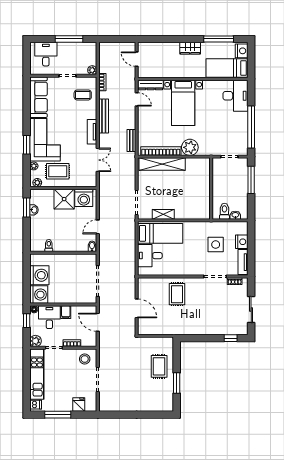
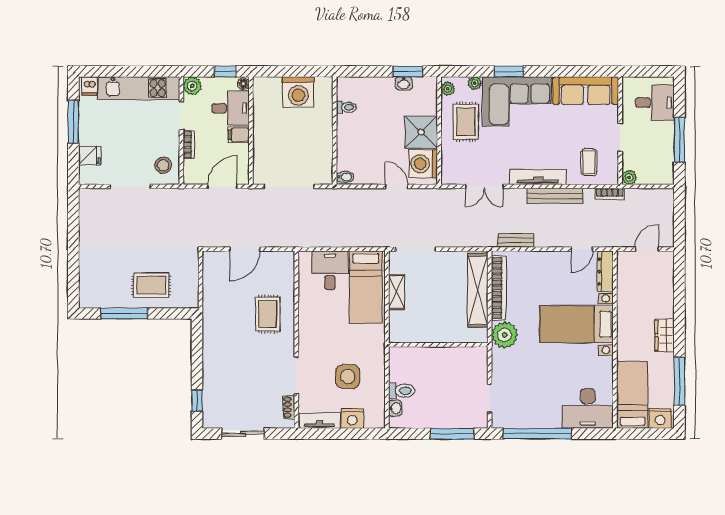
tv unit: (92, 132) -> (538, 177), width x1.41
wall: (211, 189) -> (438, 345), moved
door: (98, 227) -> (397, 186), moved
rug: (177, 294) -> (268, 314), turned 90
washing machine: (39, 295) -> (267, 91), removed
window: (177, 383) -> (124, 314), width x1.44

